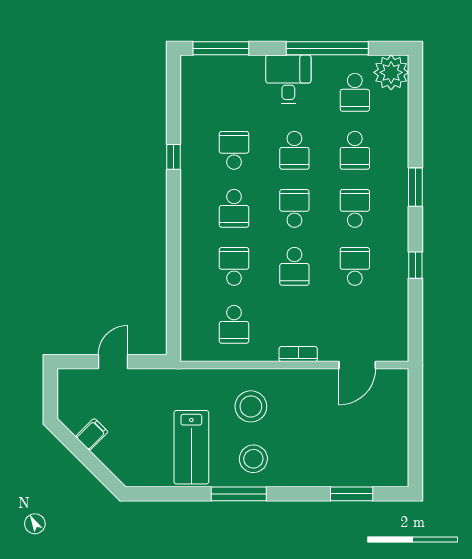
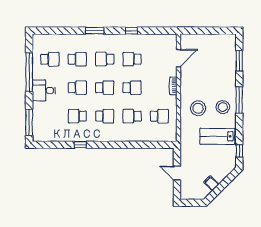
plant: (391, 72) -> (41, 42), removed
school desk: (294, 208) -> (105, 88), turned 180
door: (357, 365) -> (179, 58), hinge flipped
lab bench: (191, 447) -> (217, 136), turned 180
window: (160, 494) -> (239, 151), added
window: (239, 494) -> (239, 100), moved

